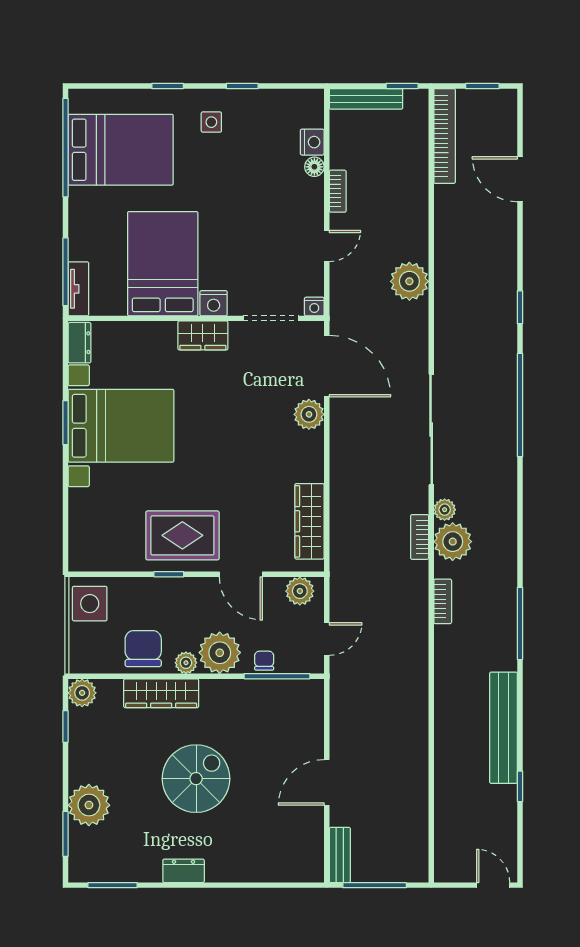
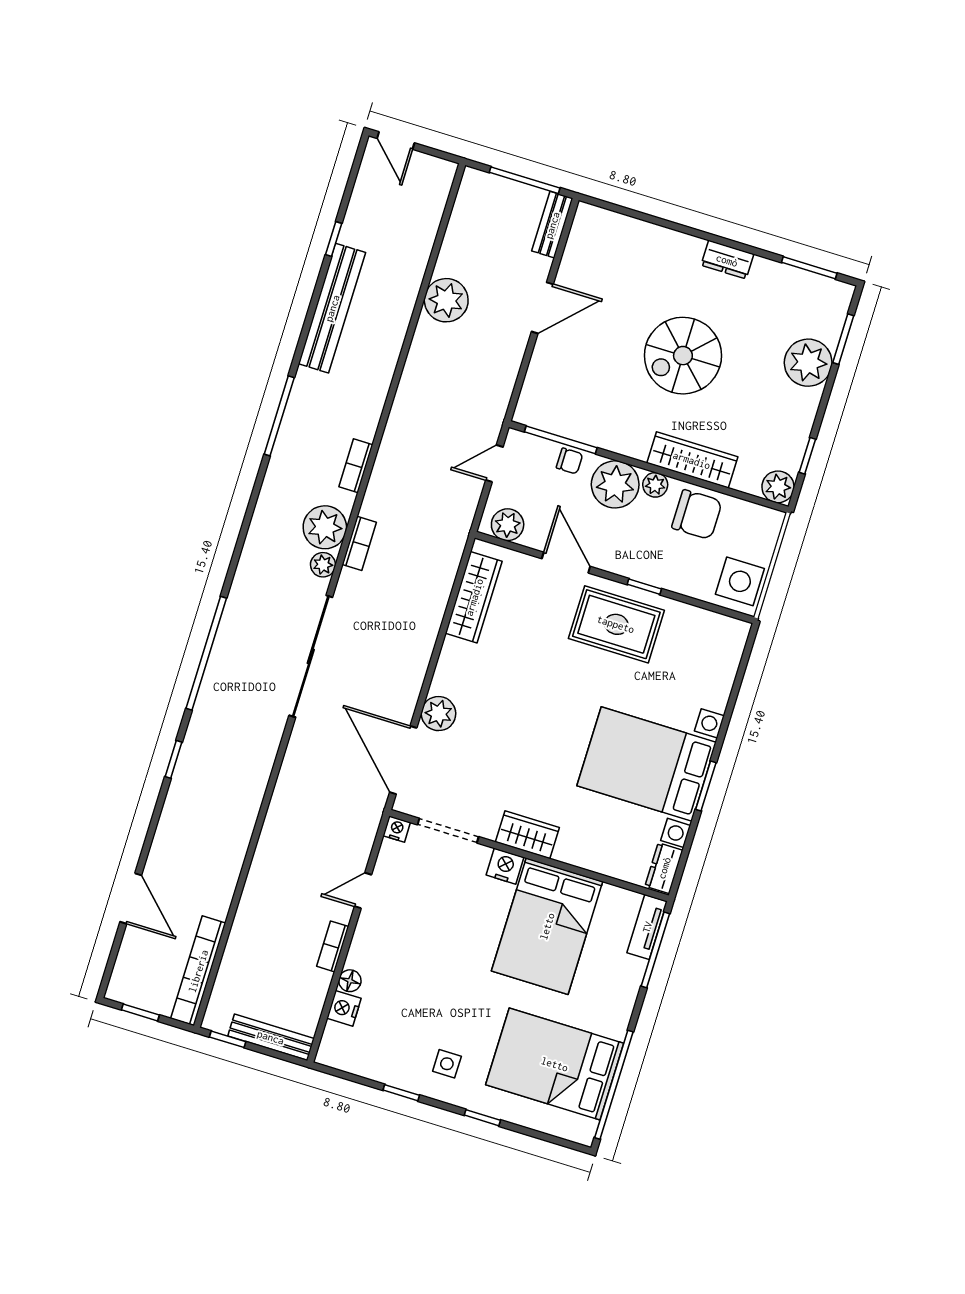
plant: (409, 281) -> (446, 300), moved
chair: (143, 649) -> (697, 515), turned -90
chair: (264, 661) -> (570, 461), turned -90

